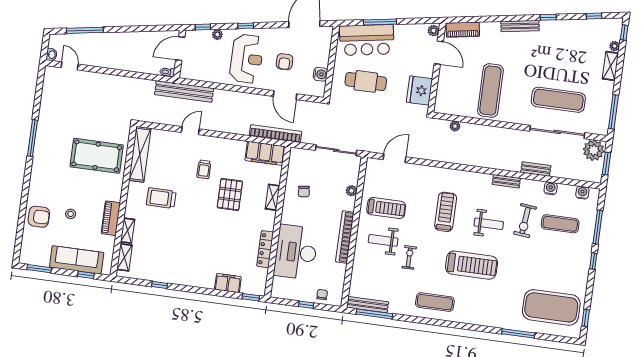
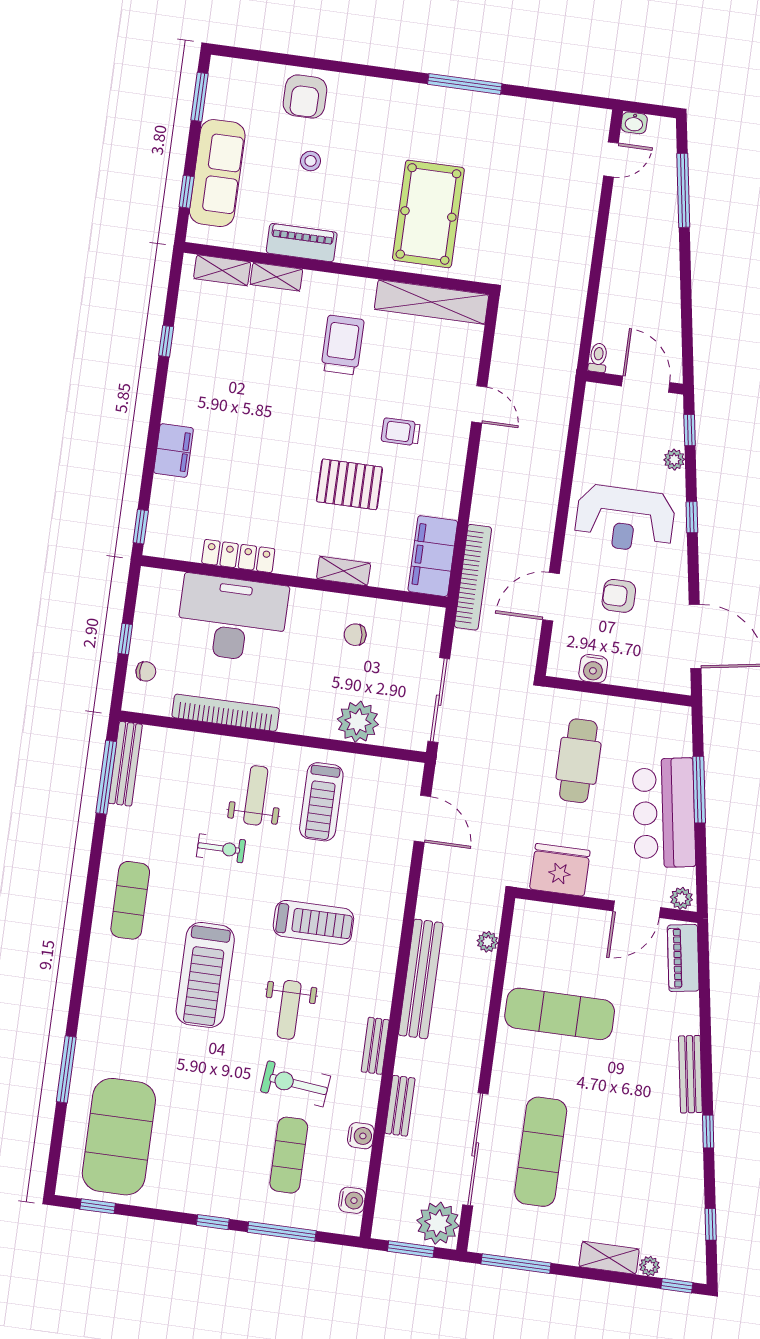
bar counter: (367, 40) -> (664, 813), moved
bench: (184, 91) -> (421, 979), moved
plant: (351, 191) -> (358, 722), width x1.88, depth x1.88
bookcase: (345, 237) -> (226, 713), moved
filing cabinet: (228, 283) -> (174, 451), moved

